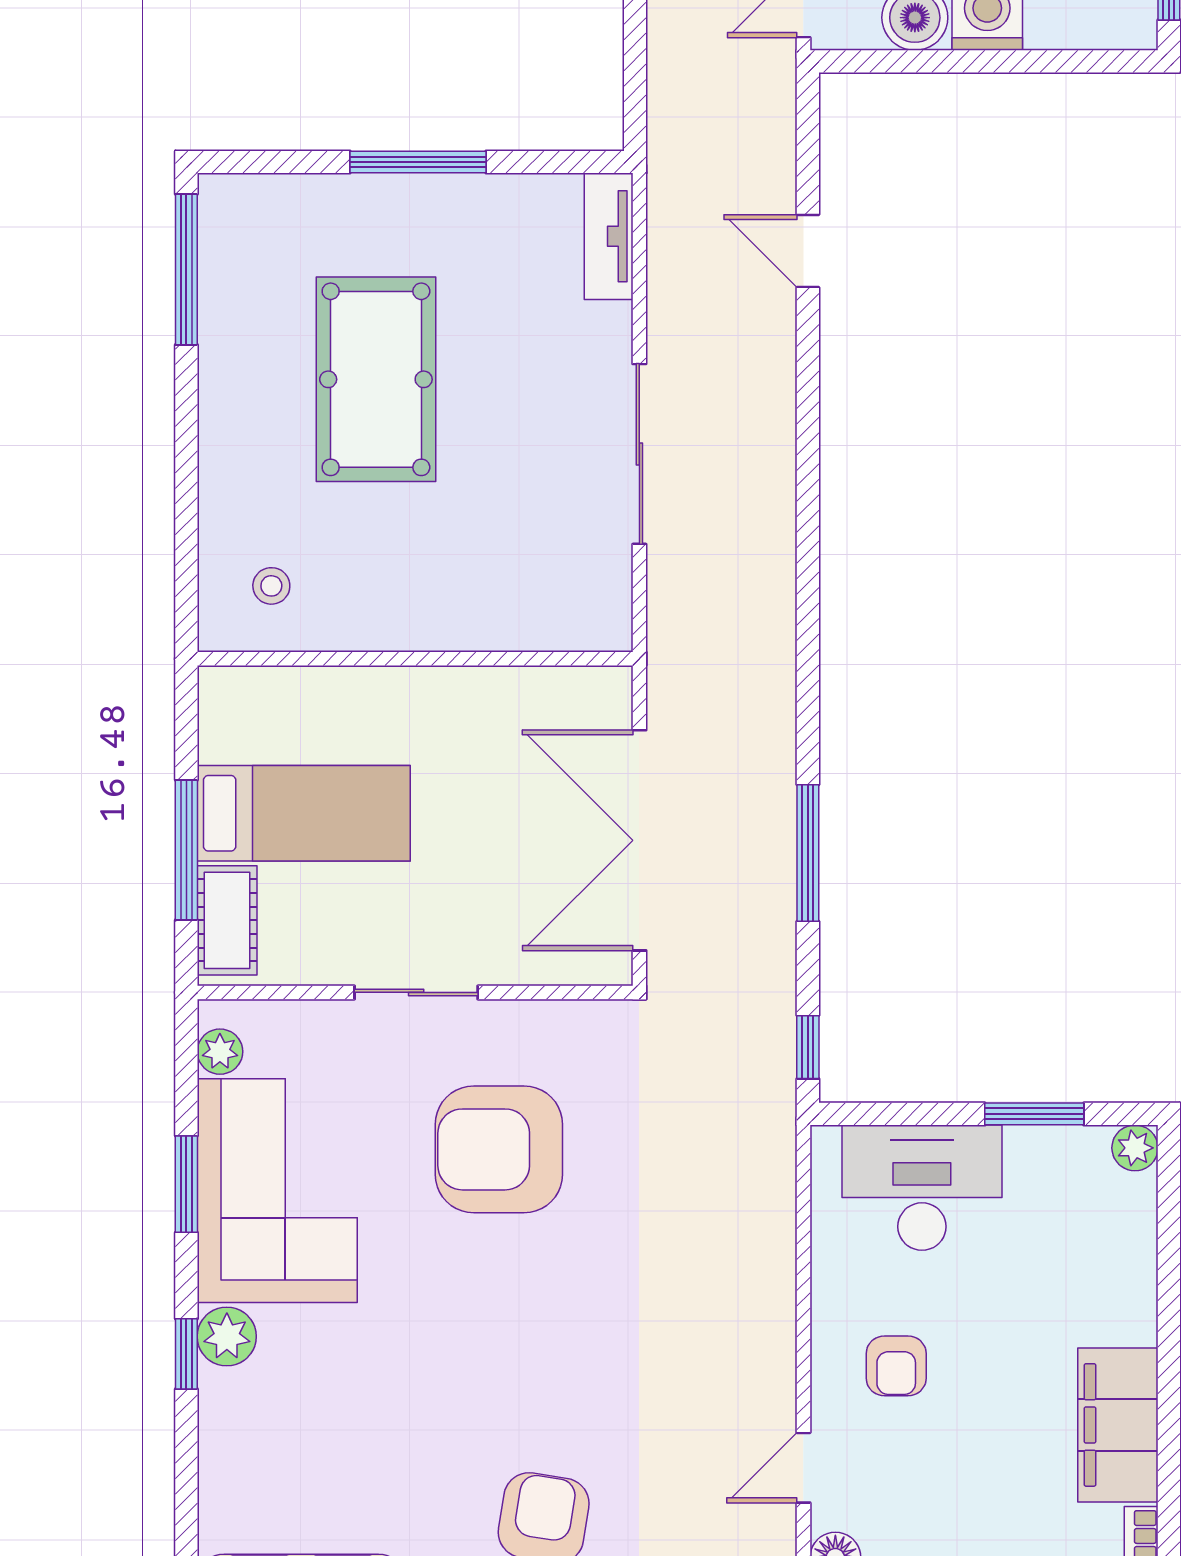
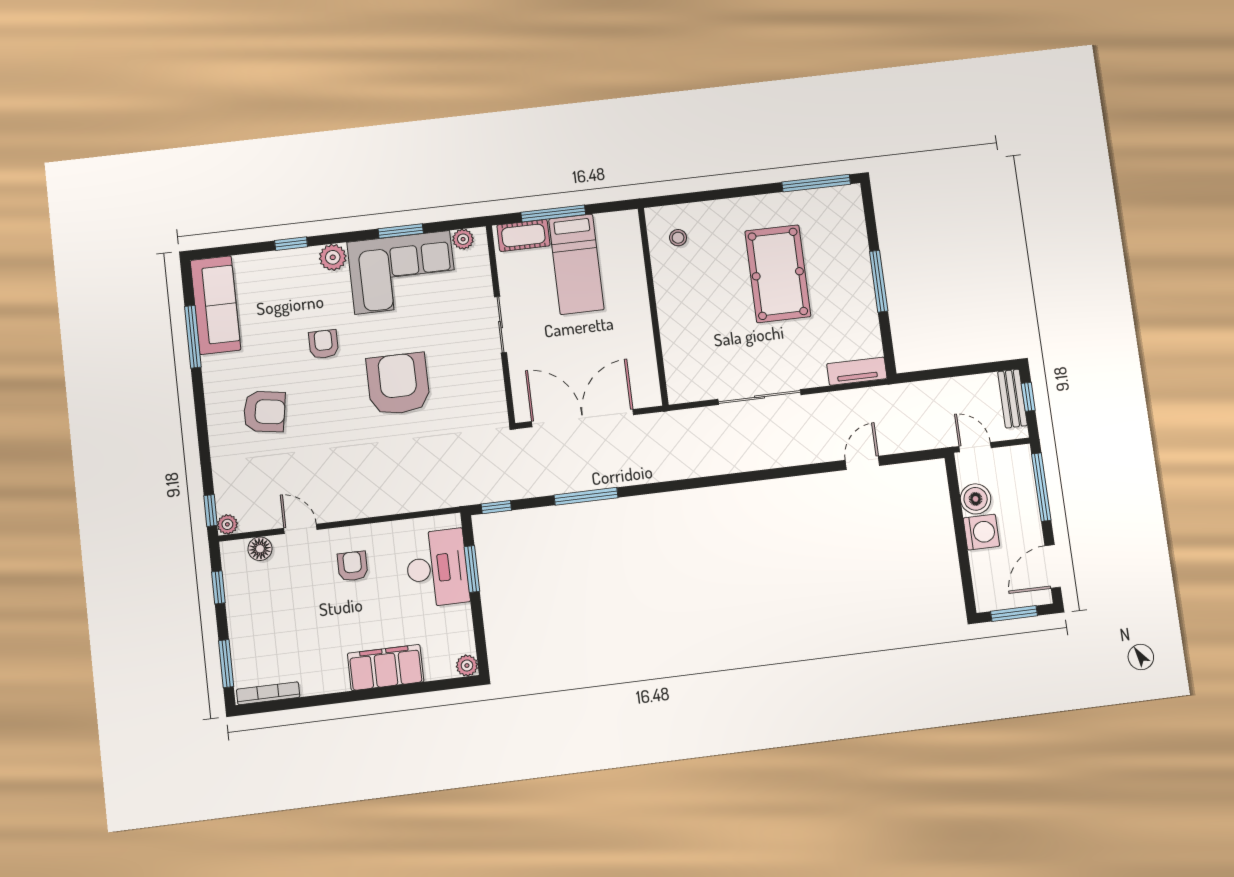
pool table: (376, 379) -> (778, 274), turned 90
window: (1034, 1114) -> (472, 569), moved
armchair: (499, 1149) -> (398, 384), moved
window: (186, 1354) -> (291, 244), moved
armchair: (896, 1366) -> (353, 566), turned 90
armchair: (413, 1376) -> (324, 344), added
filing cabinet: (1118, 1425) -> (386, 668), moved

